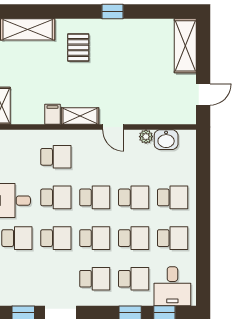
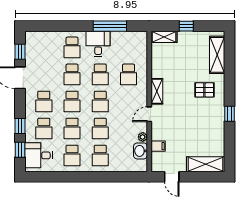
filing cabinet: (52, 114) -> (158, 146), moved

